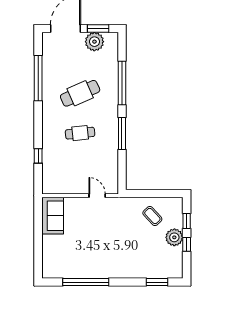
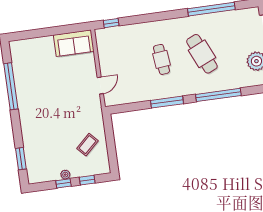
window: (38, 156) -> (111, 23), moved
plant: (174, 237) -> (65, 175), width x0.53, depth x0.53

